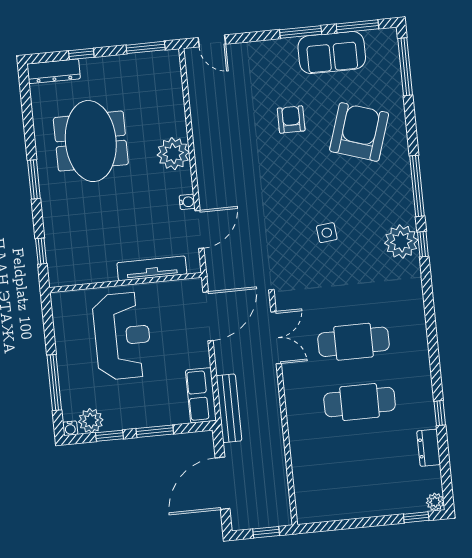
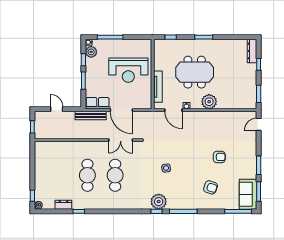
sofa: (332, 52) -> (248, 194), moved
armchair: (359, 132) -> (211, 187), width x0.53, depth x0.53
meeting table: (91, 141) -> (195, 72), moved
door: (208, 316) -> (121, 110), moved
door: (223, 483) -> (57, 109), width x0.53

